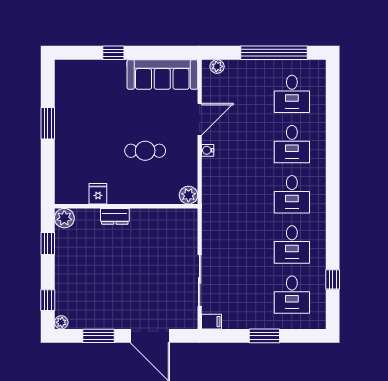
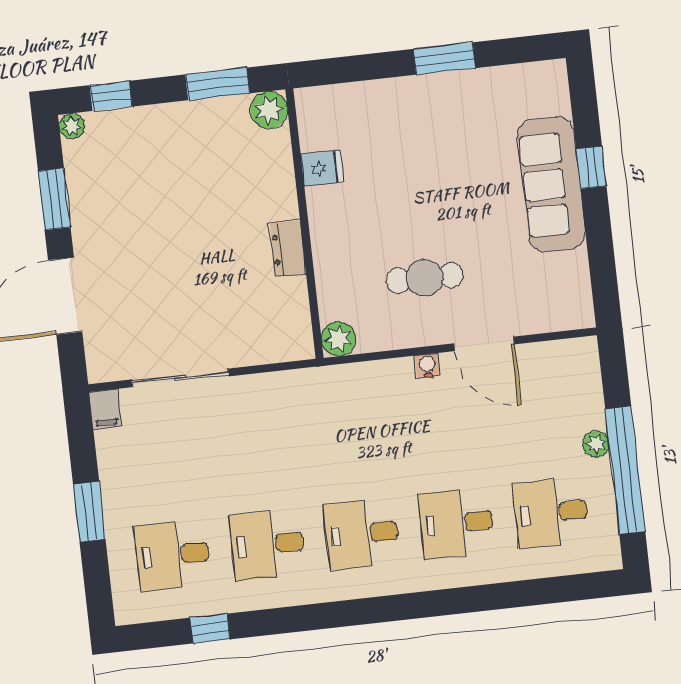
plant: (217, 66) -> (596, 444), moved
sofa: (162, 74) -> (552, 184), moved
cafe table: (145, 151) -> (425, 278), moved, turned 90
dresser: (115, 216) -> (288, 249), moved
window: (48, 244) -> (218, 84), width x1.50

